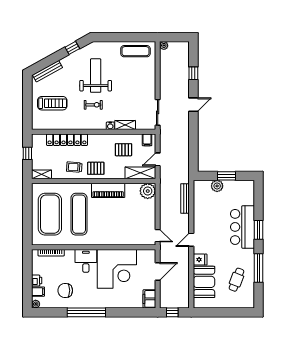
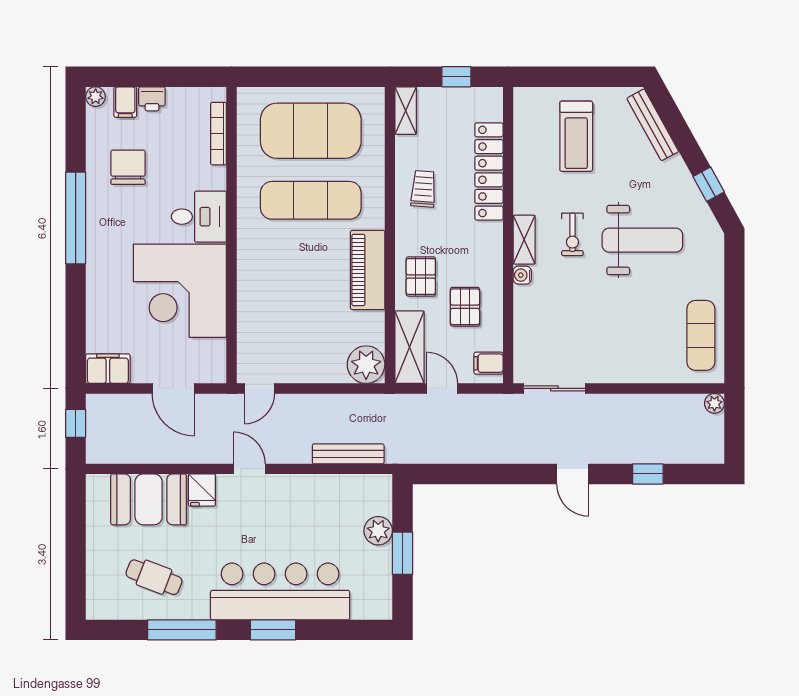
shelving: (125, 125) -> (524, 240), moved
pallet: (96, 168) -> (421, 276), moved
bar counter: (242, 227) -> (280, 591), width x1.36

